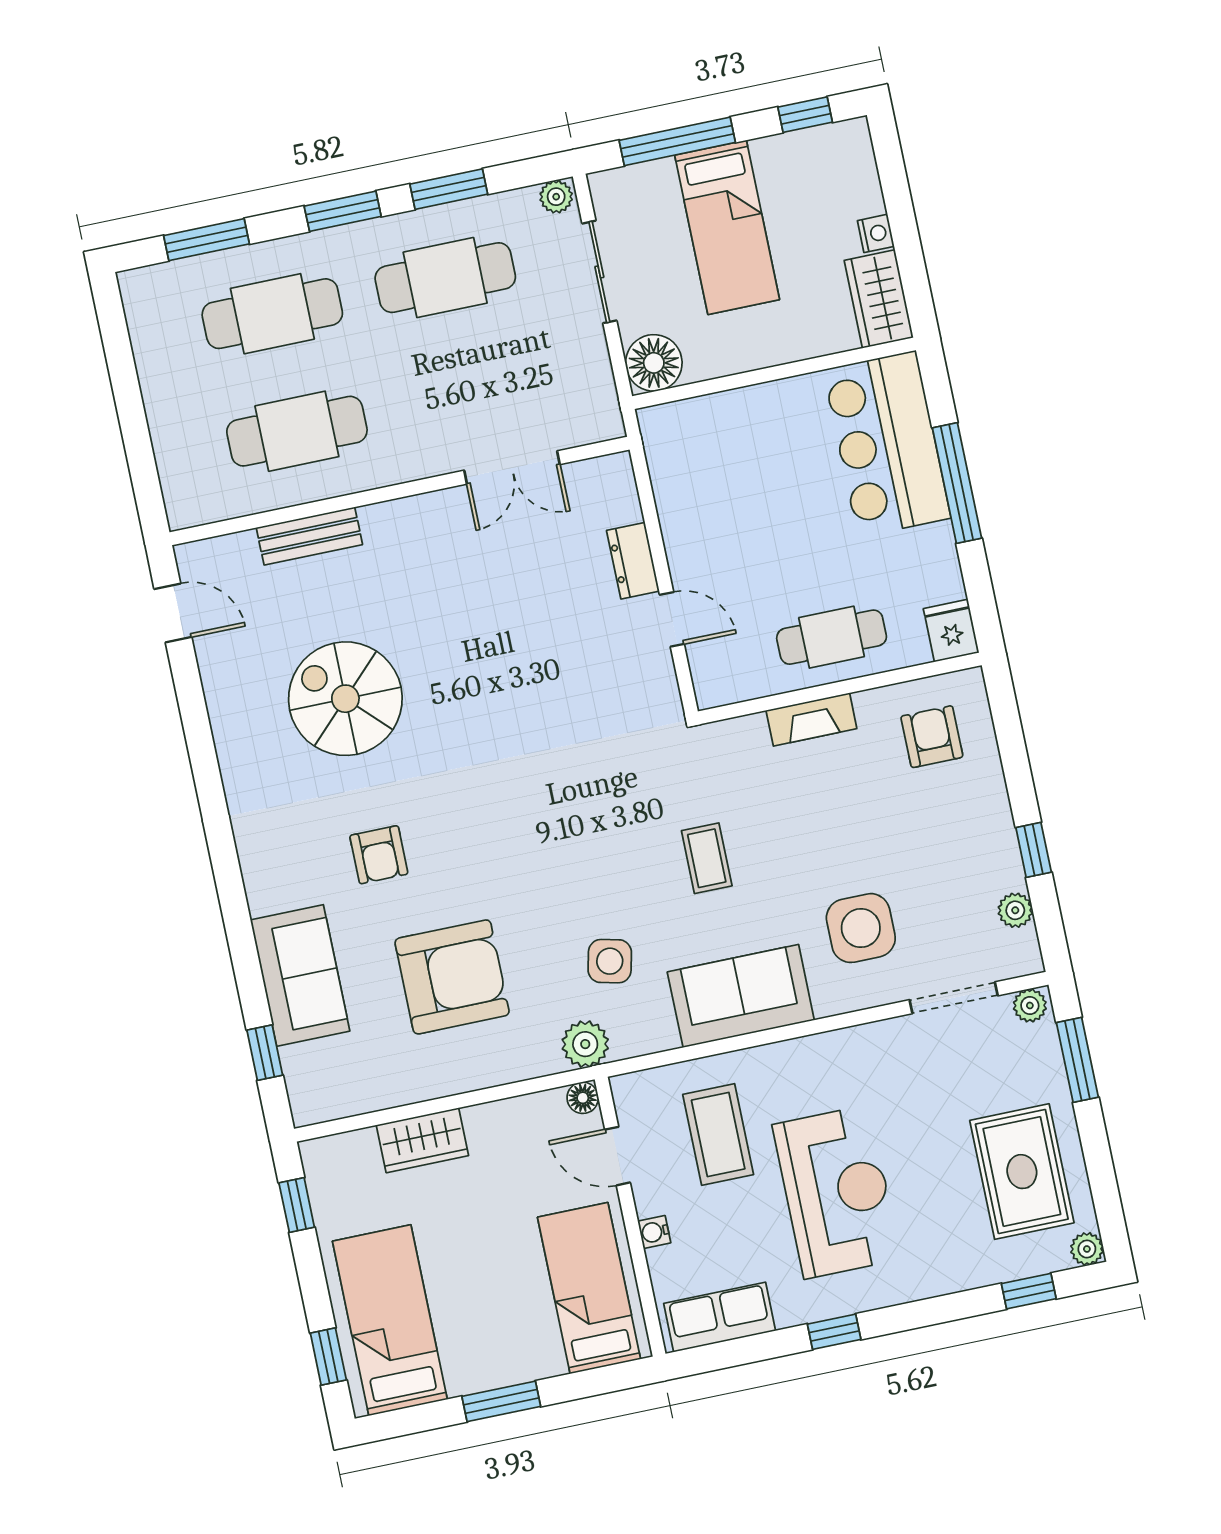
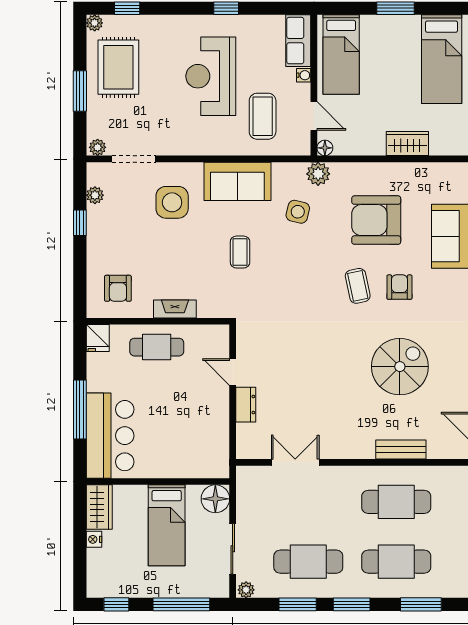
bed: (727, 227) -> (167, 525), moved, turned 180
spiral stairs: (345, 699) -> (400, 367), turned -90
coffee table: (461, 840) -> (358, 286), added
window: (1077, 1060) -> (80, 91), moved
row of seats: (720, 1317) -> (298, 41), moved, turned 90

